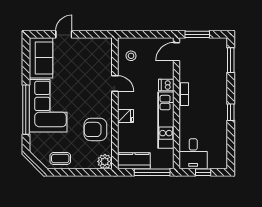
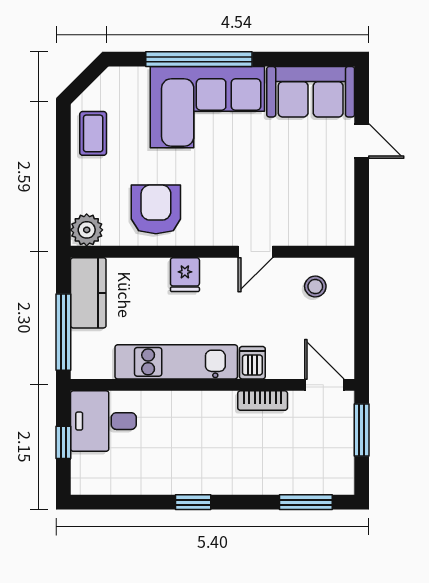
bookcase: (184, 94) -> (263, 401), moved

